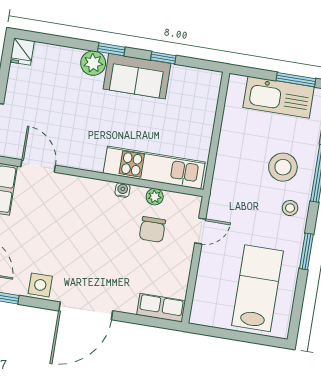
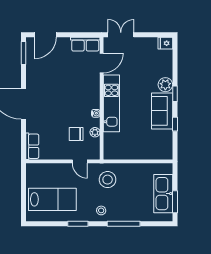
stool: (283, 167) -> (108, 180), moved
kitchen unit: (154, 168) -> (111, 103), moved
side table: (40, 285) -> (34, 75), removed

